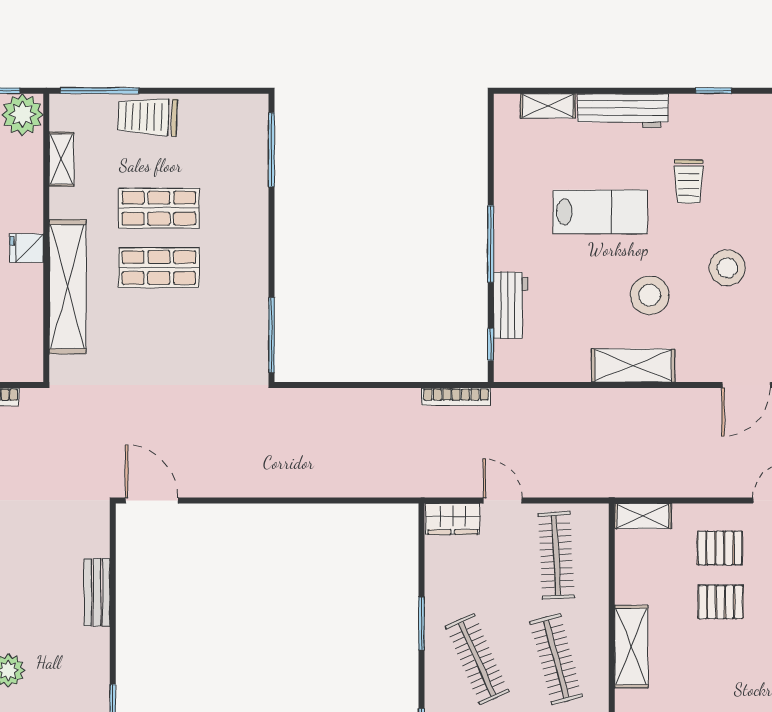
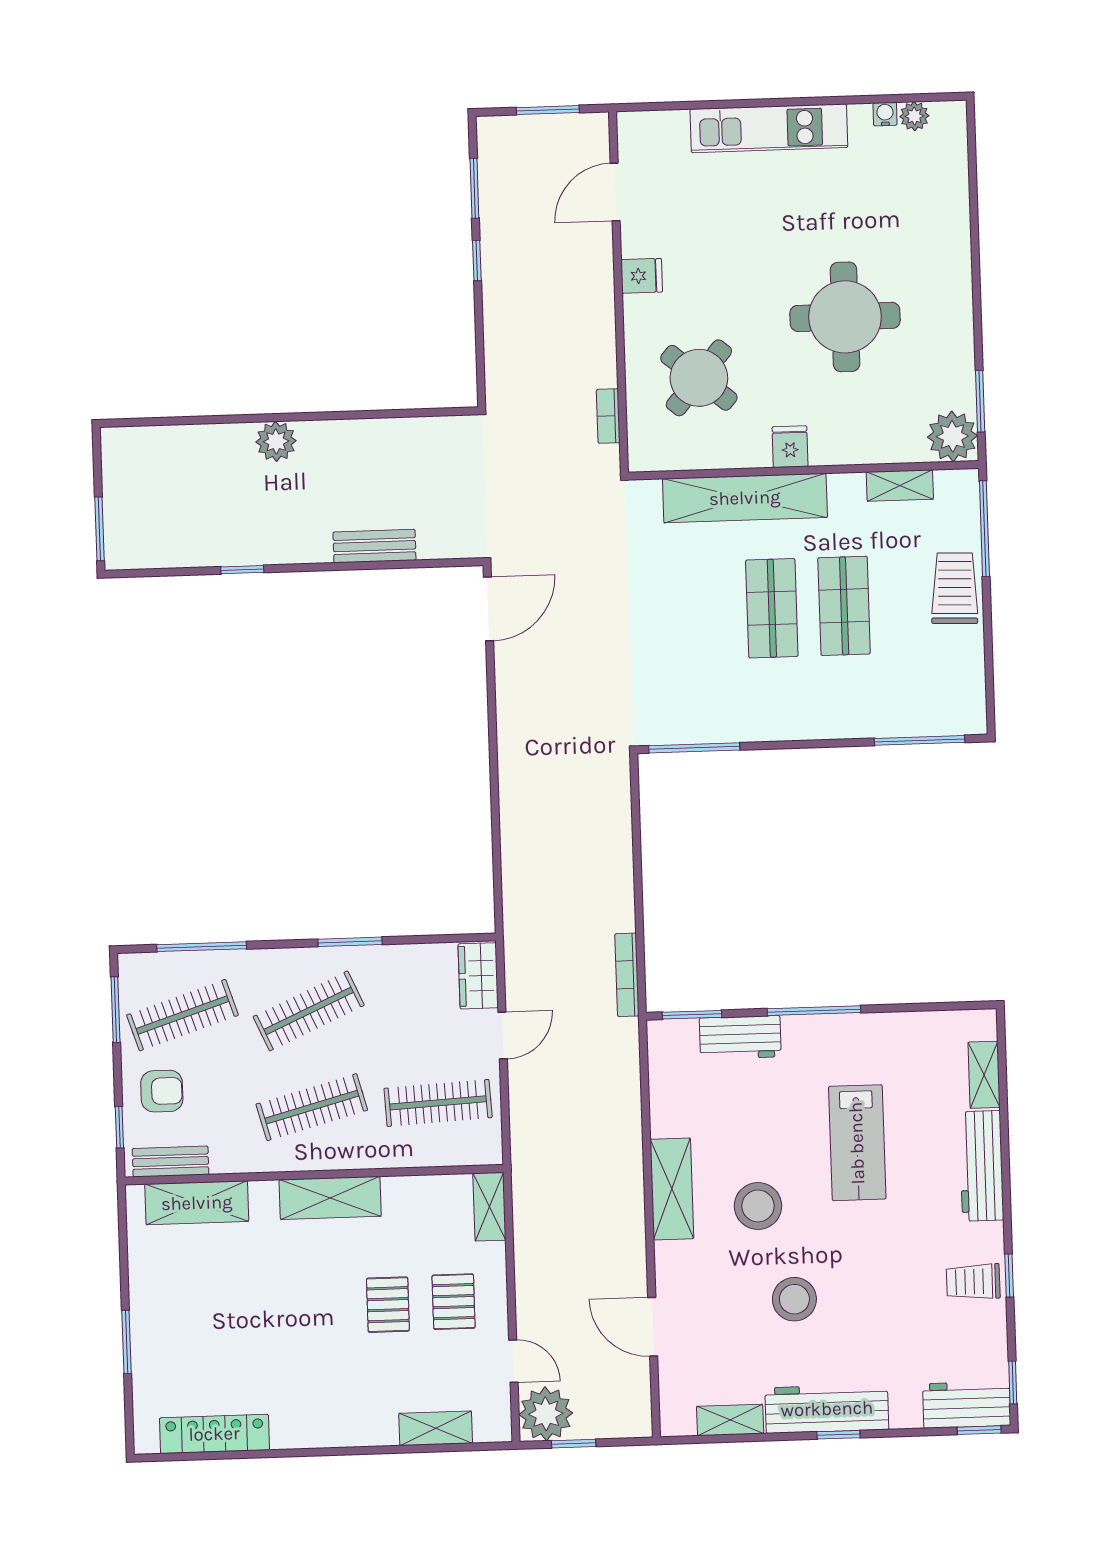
trolley: (689, 182) -> (973, 1282), moved
window: (491, 344) -> (692, 1015), width x1.50

